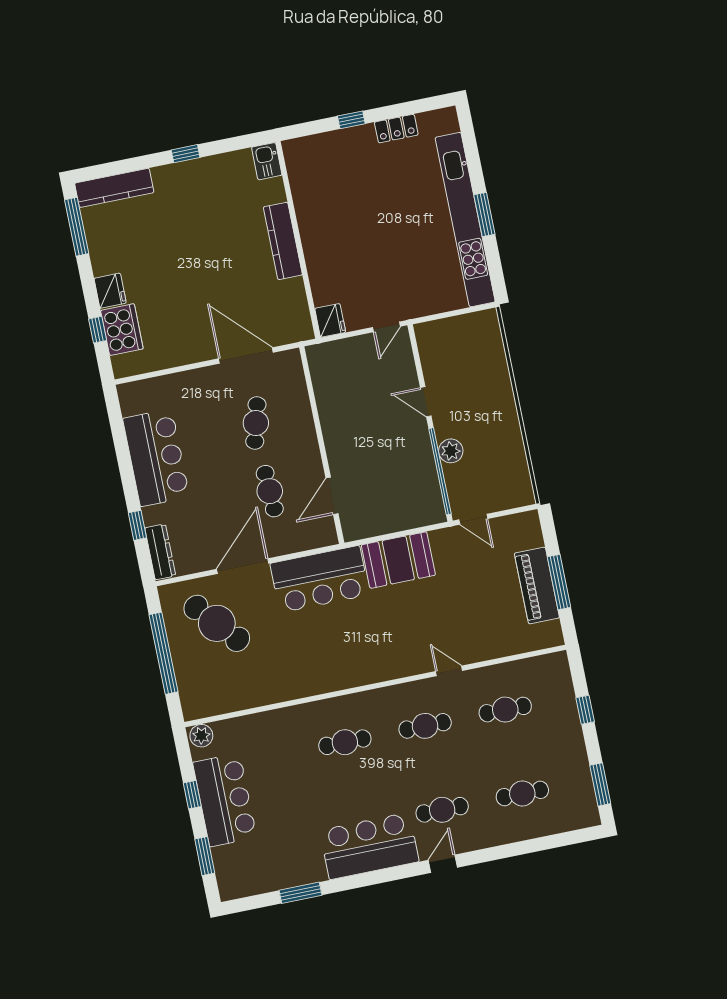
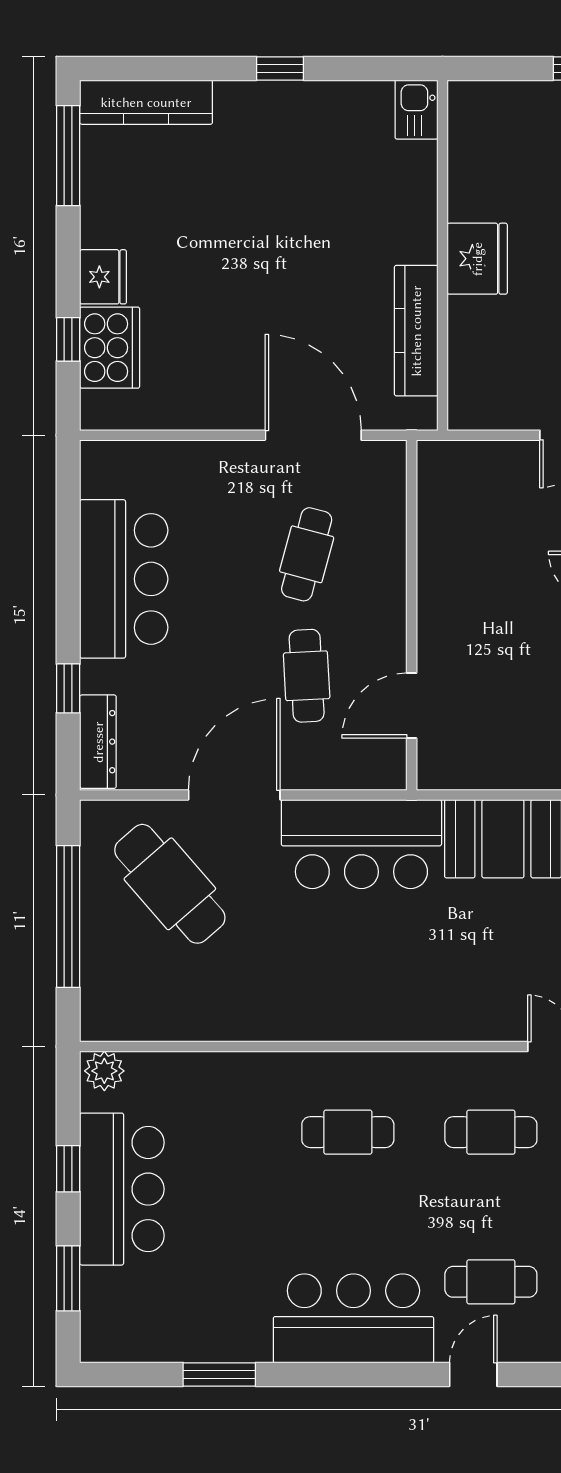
kitchen counter: (283, 241) -> (416, 331), moved
fridge: (330, 320) -> (477, 259), moved, width x1.36, depth x1.34

